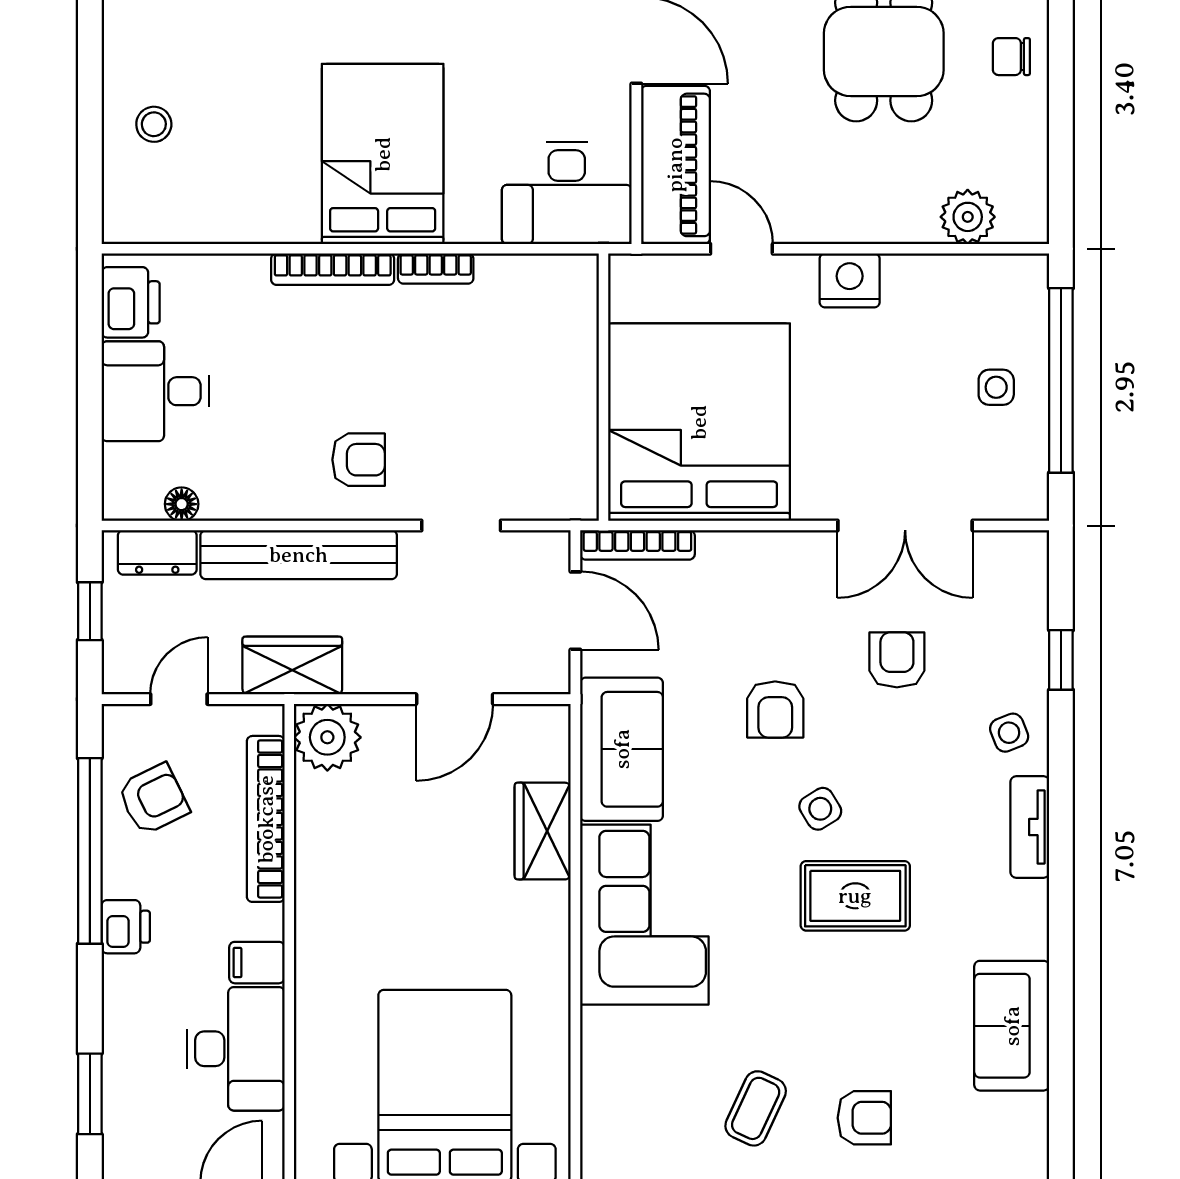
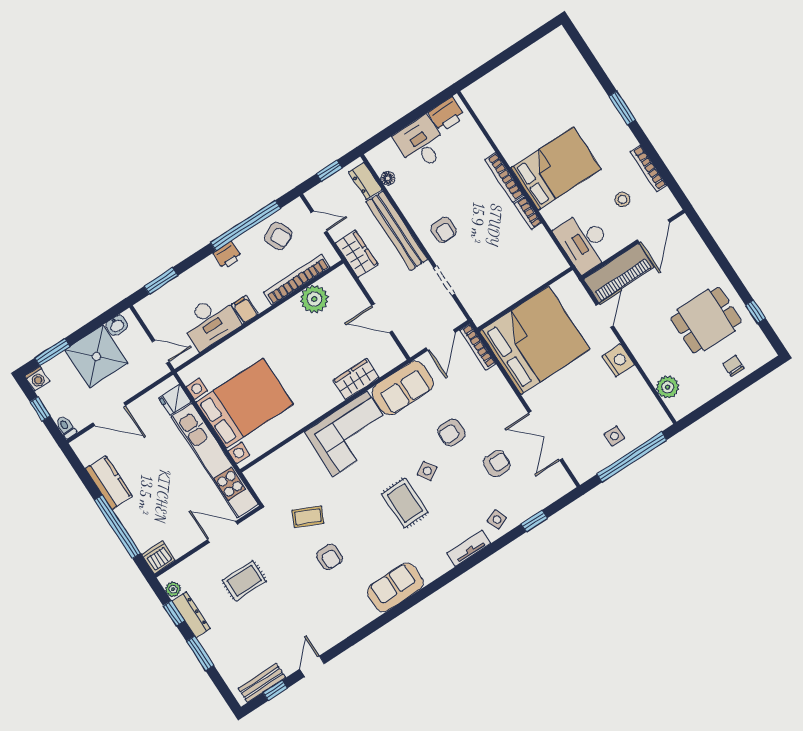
stool: (154, 124) -> (622, 199), moved
plant: (327, 737) -> (314, 299), moved

